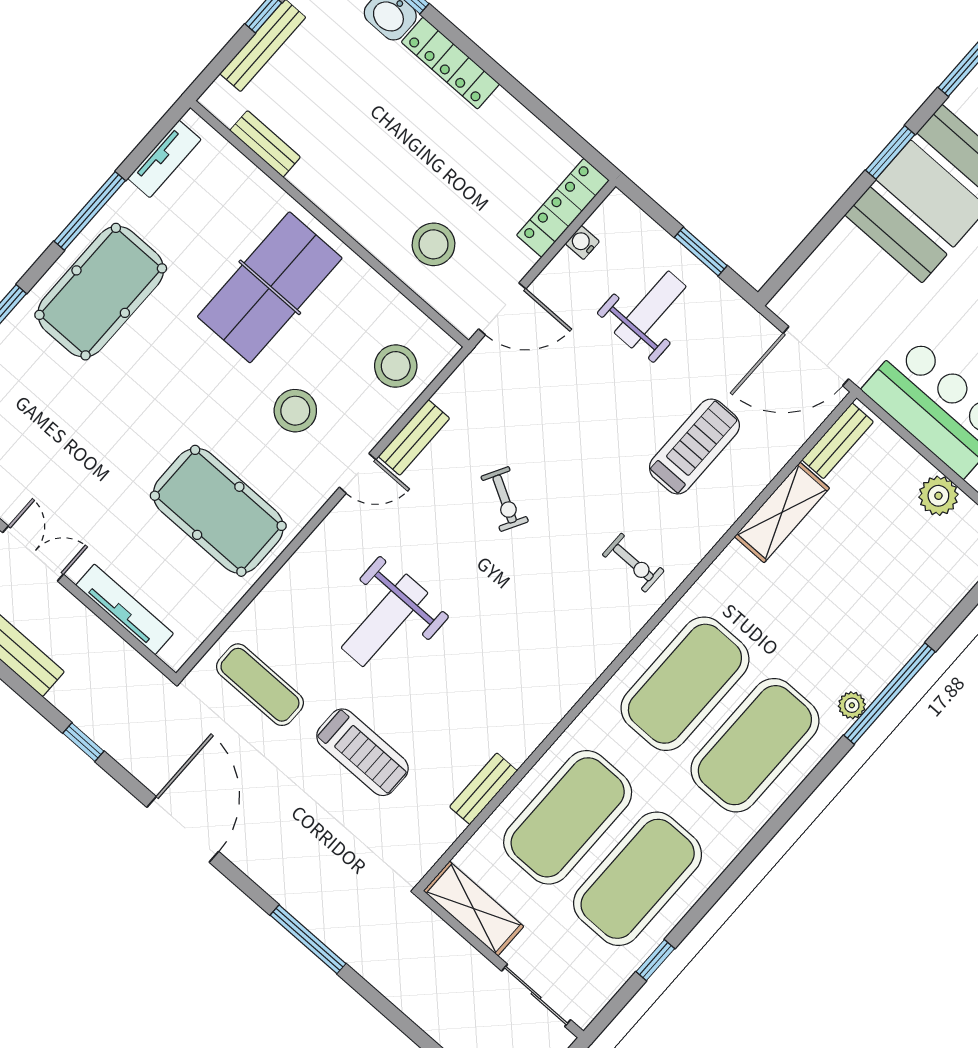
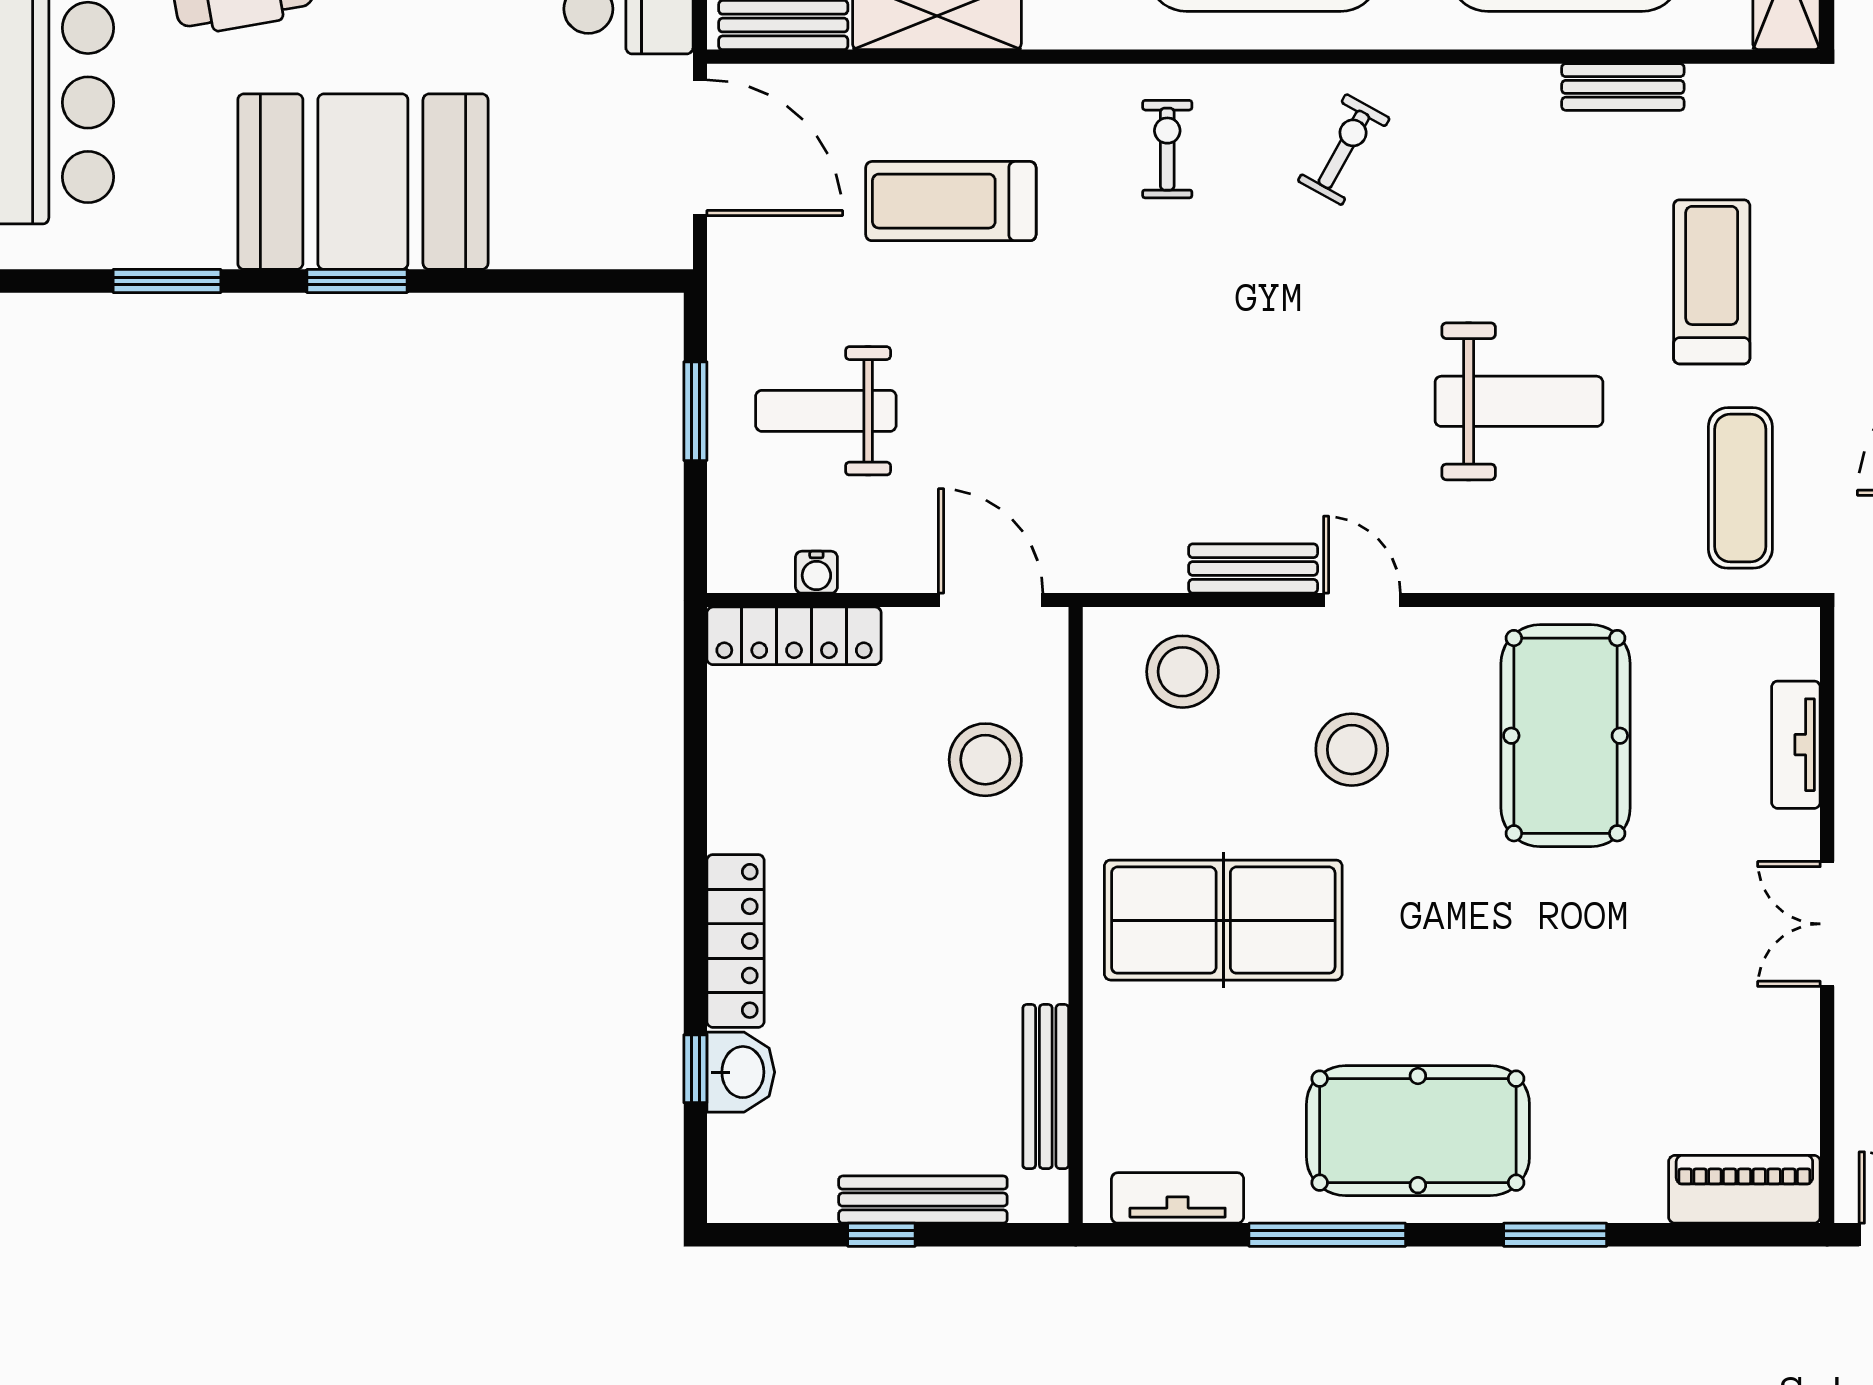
bench: (265, 144) -> (1046, 1087), width x1.36
exercise bike: (505, 499) -> (1344, 150), moved
tv unit: (125, 609) -> (1796, 745), width x0.71

